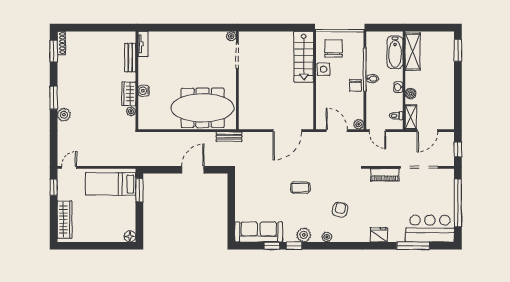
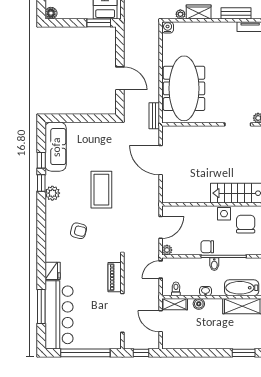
chair: (334, 48) -> (246, 224), turned -90
water cooler: (144, 91) -> (168, 27), moved
door: (287, 131) -> (161, 160), moved
coffee table: (300, 188) -> (101, 190), width x1.86, depth x1.72
bar counter: (430, 229) -> (59, 315), width x1.36
plant: (327, 237) -> (50, 217), removed

